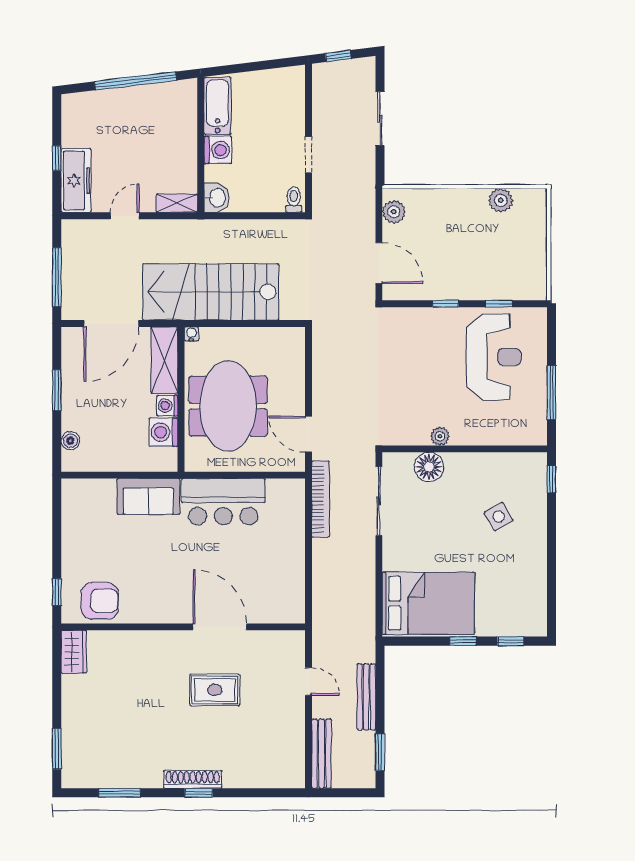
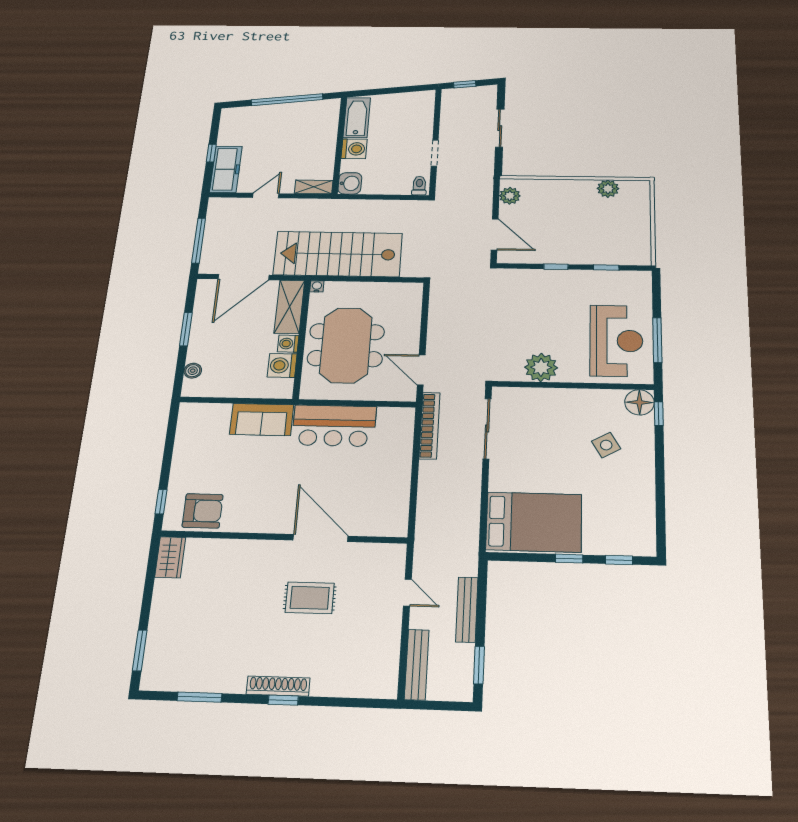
reception desk: (494, 357) -> (616, 341), moved
plant: (440, 436) -> (541, 367), width x1.88, depth x1.88
floor lamp: (429, 467) -> (639, 402), moved

